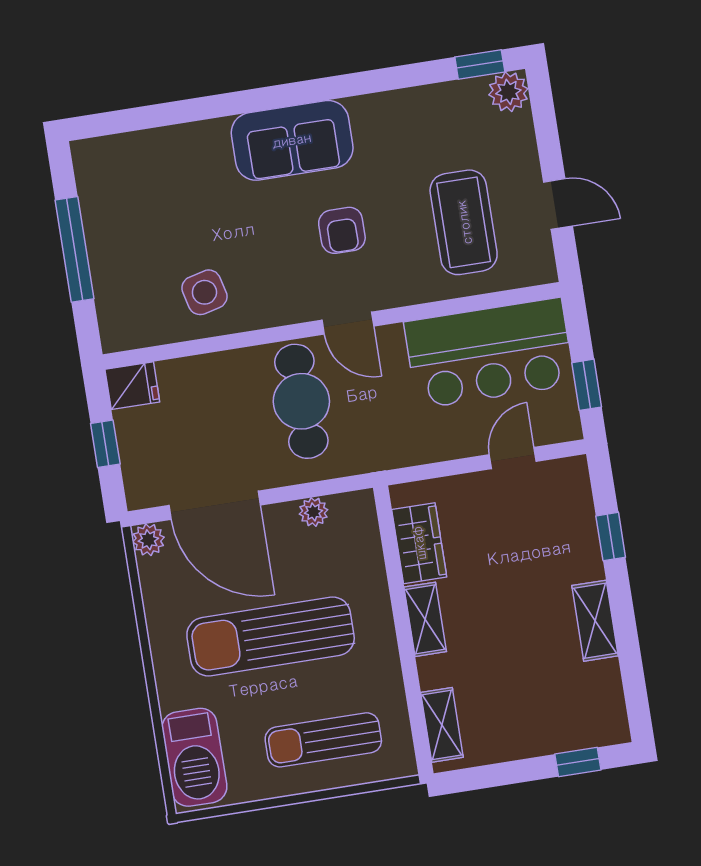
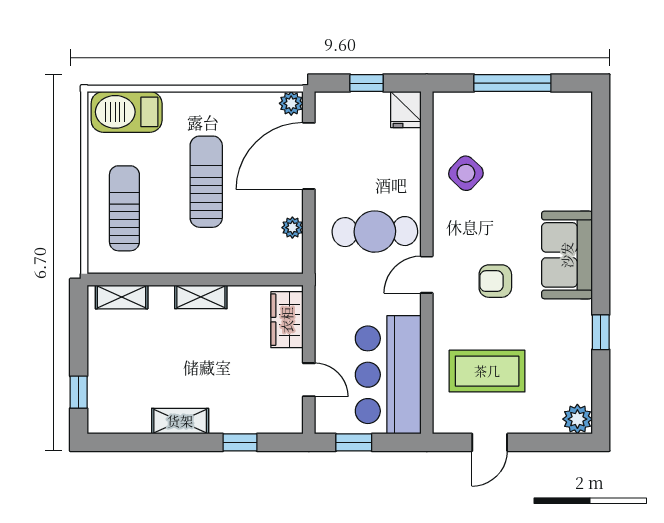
window: (480, 65) -> (601, 332), moved
side table: (204, 292) -> (466, 173), turned -33
wardrobe: (419, 543) -> (287, 320), moved, turned 90
sun lounger: (271, 637) -> (206, 182), width x0.73, depth x0.75

